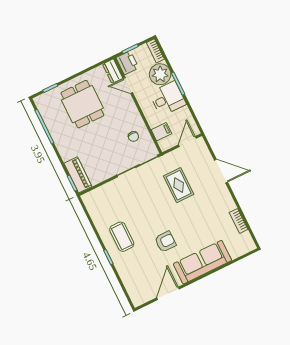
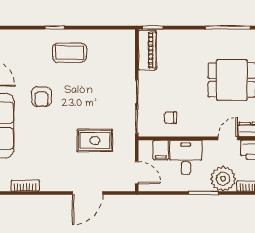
desk: (168, 99) -> (186, 157), moved, turned 180
piano: (78, 175) -> (147, 50), moved, turned -90

